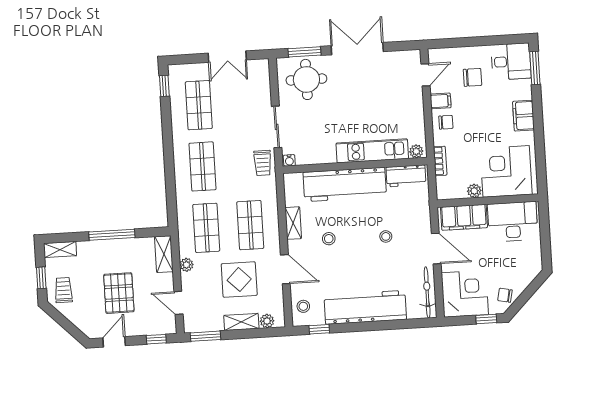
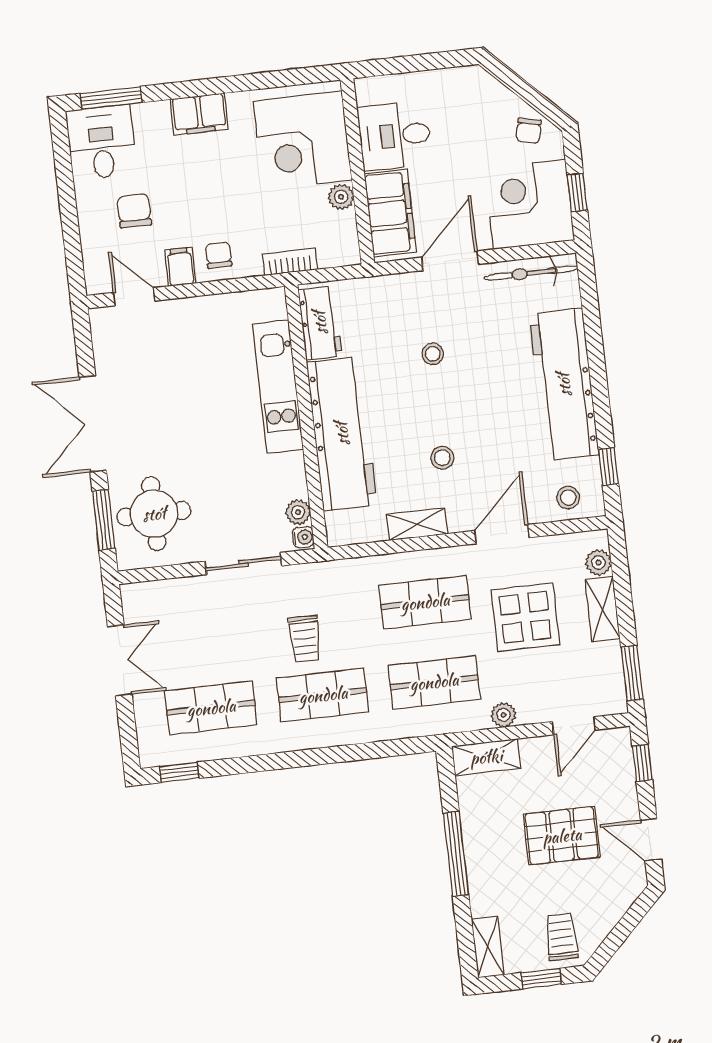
plant: (416, 151) -> (298, 512), moved
trolley: (263, 163) -> (305, 639), moved, turned 90
desk: (513, 222) -> (395, 136), width x0.73
trolley: (63, 290) -> (561, 937), turned 90
window: (486, 319) -> (577, 192), moved

